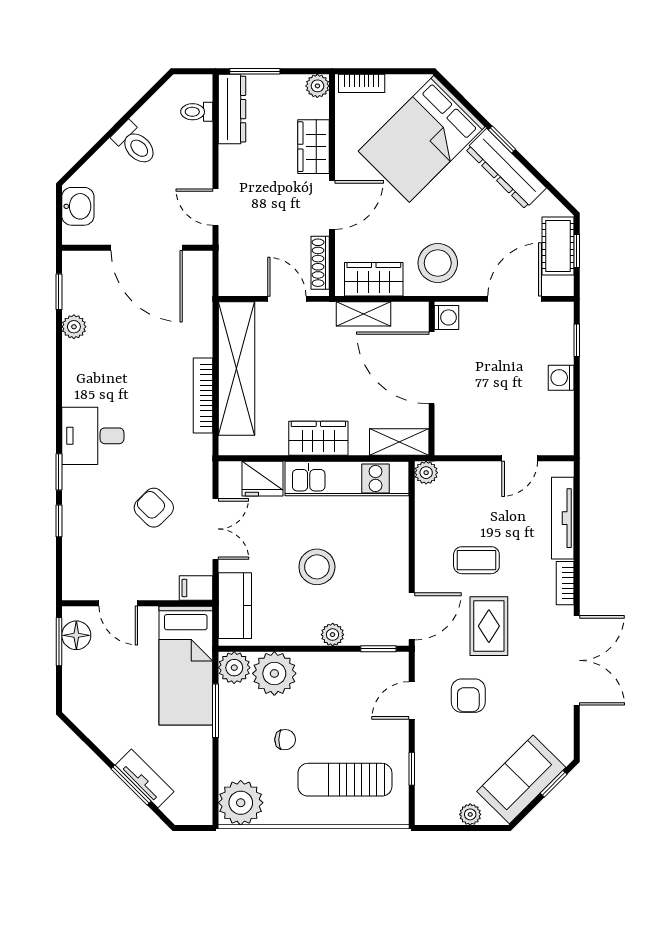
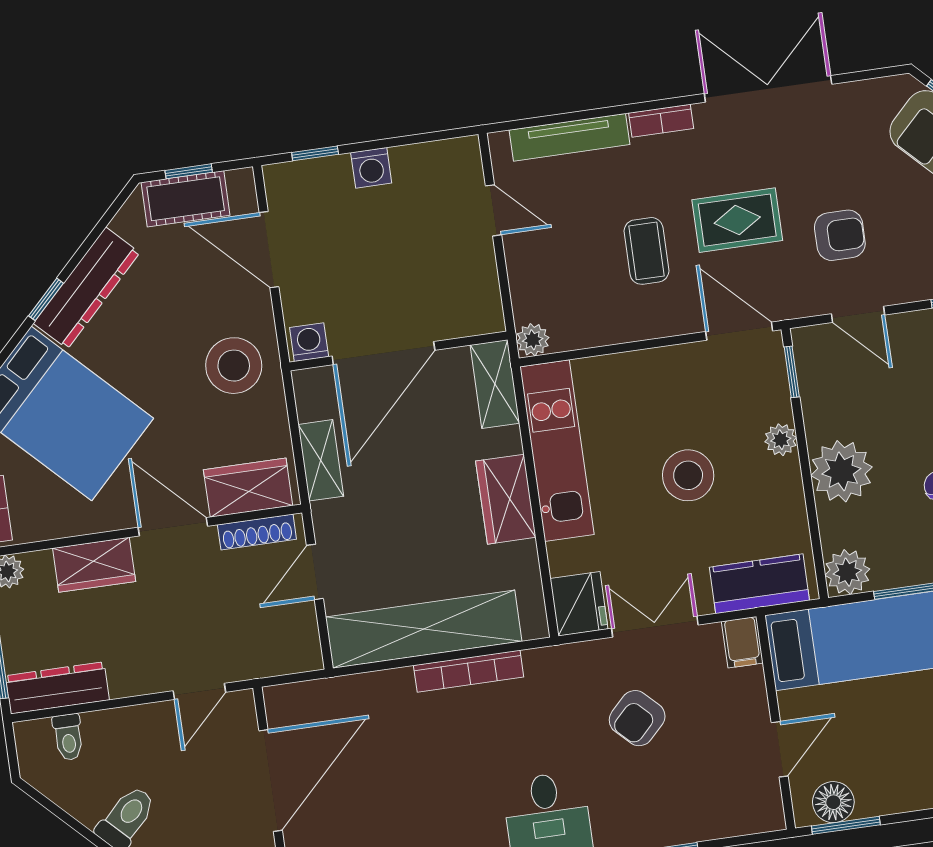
wardrobe: (374, 279) -> (248, 488), moved, turned 90
fridge: (263, 479) -> (579, 604), moved
plant: (274, 673) -> (841, 471), moved

